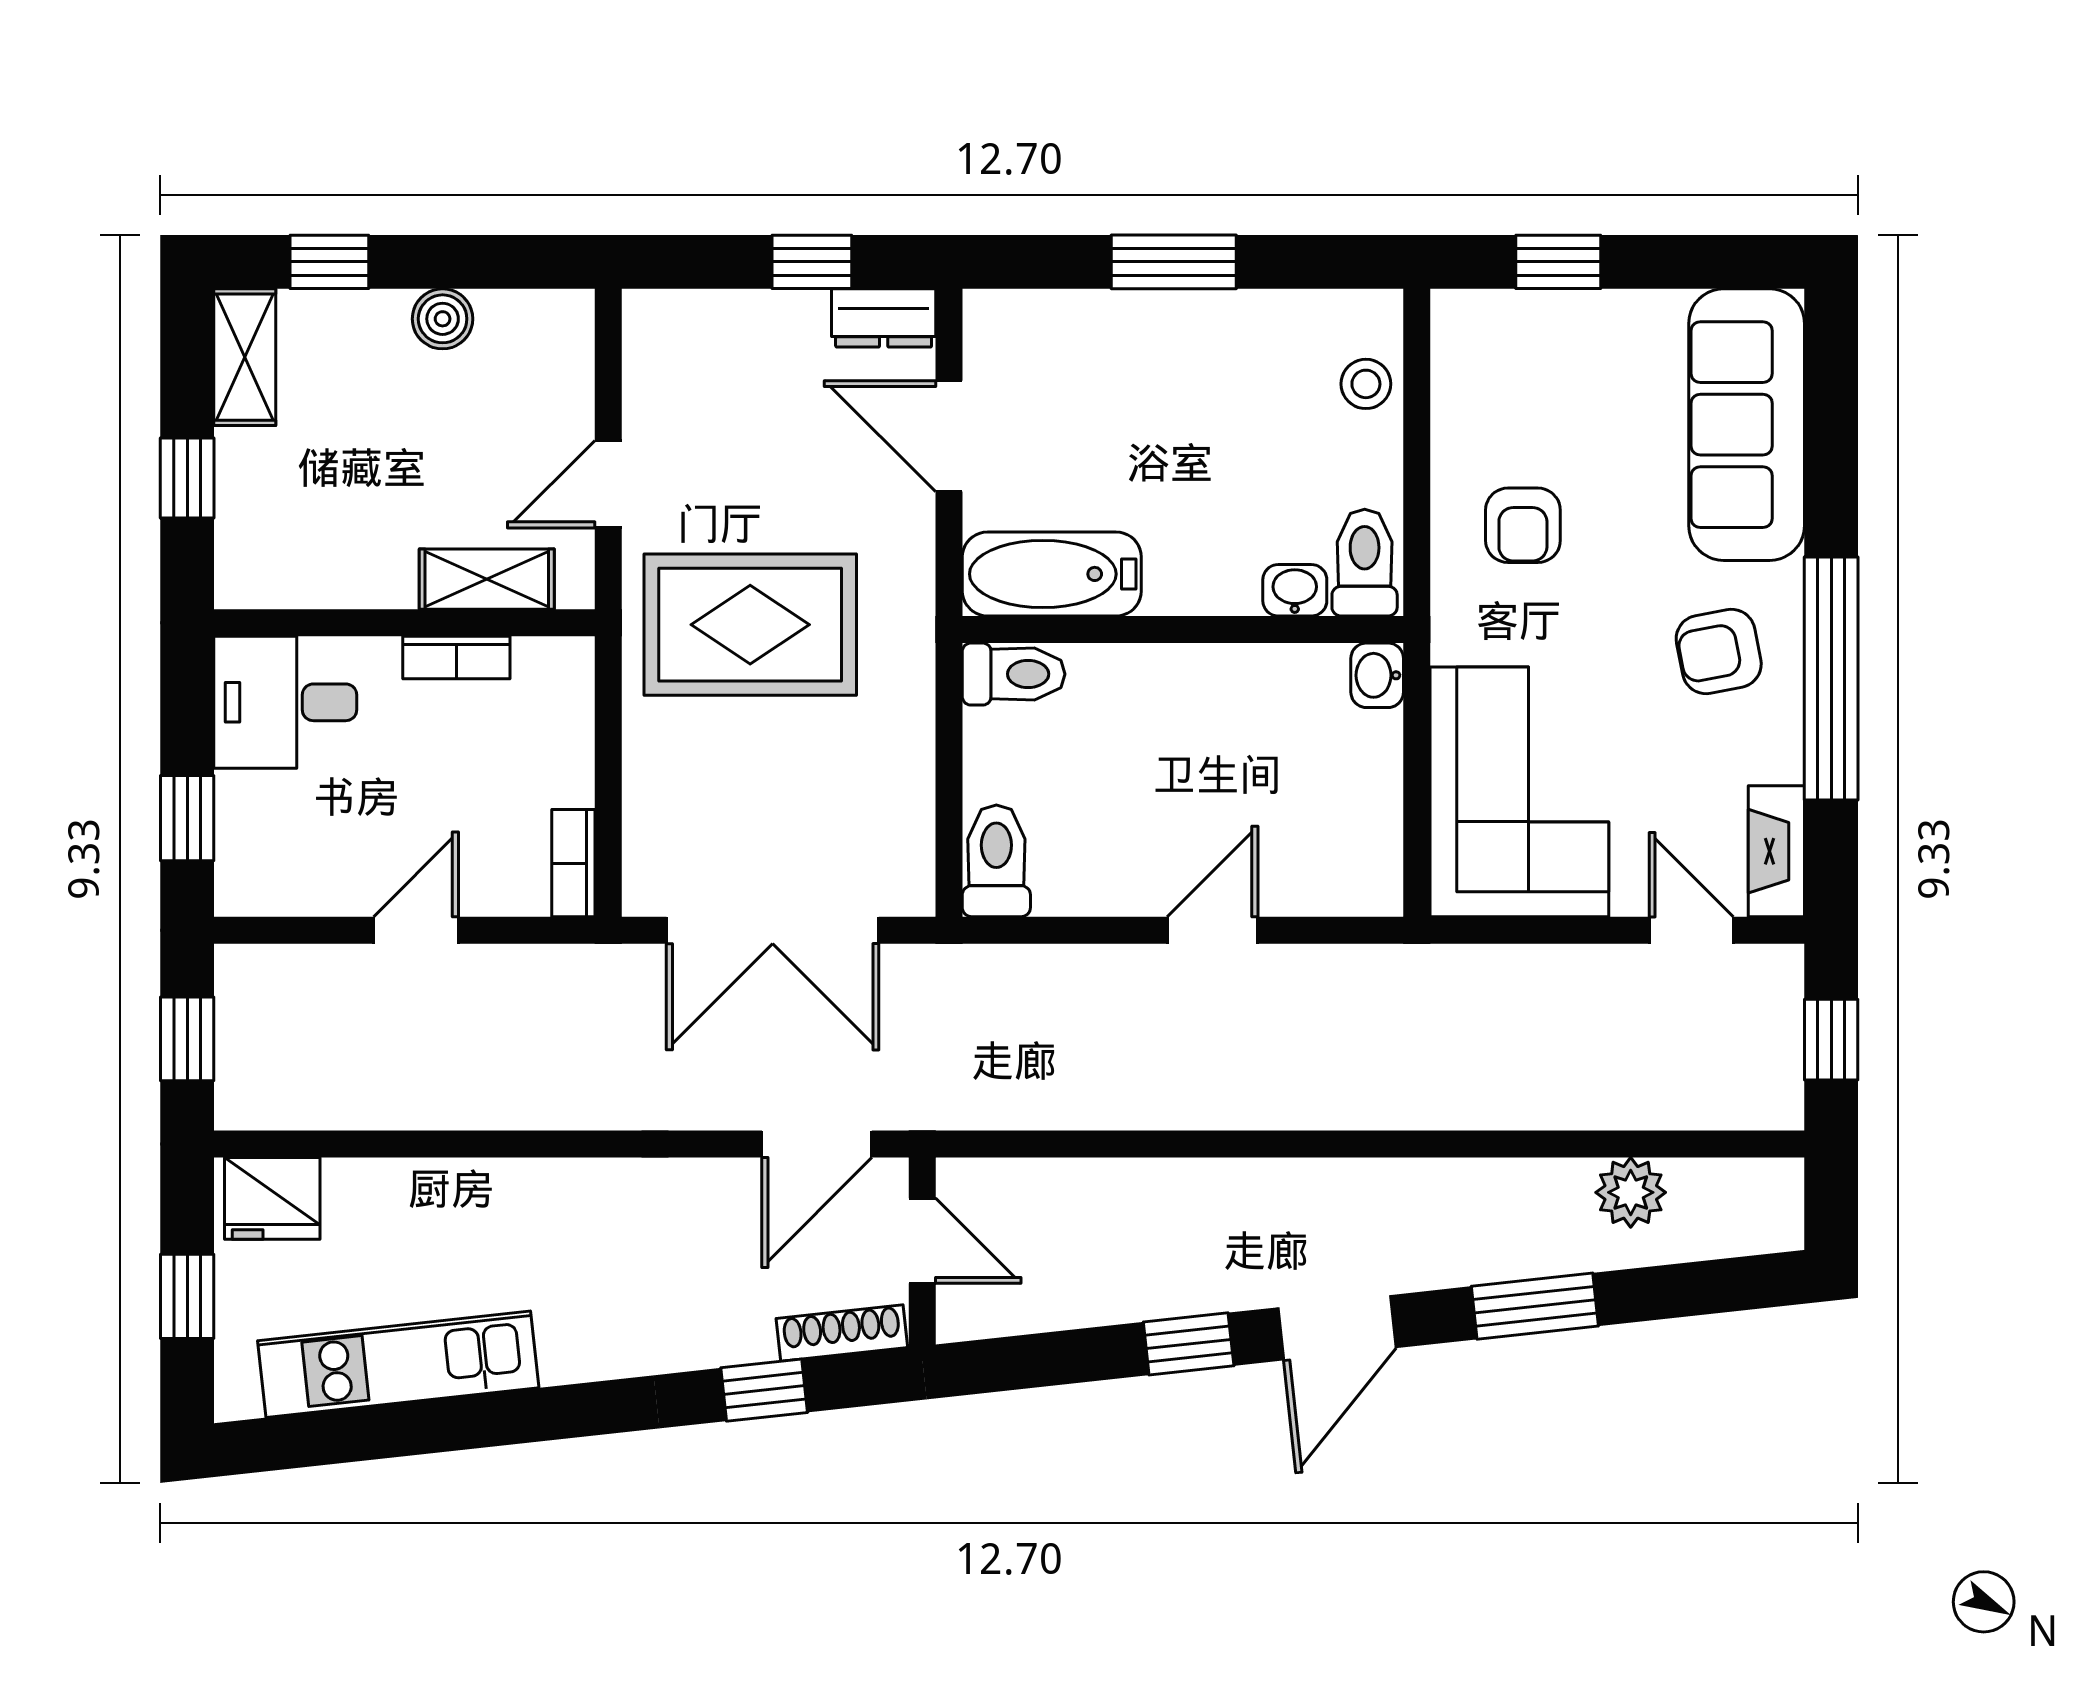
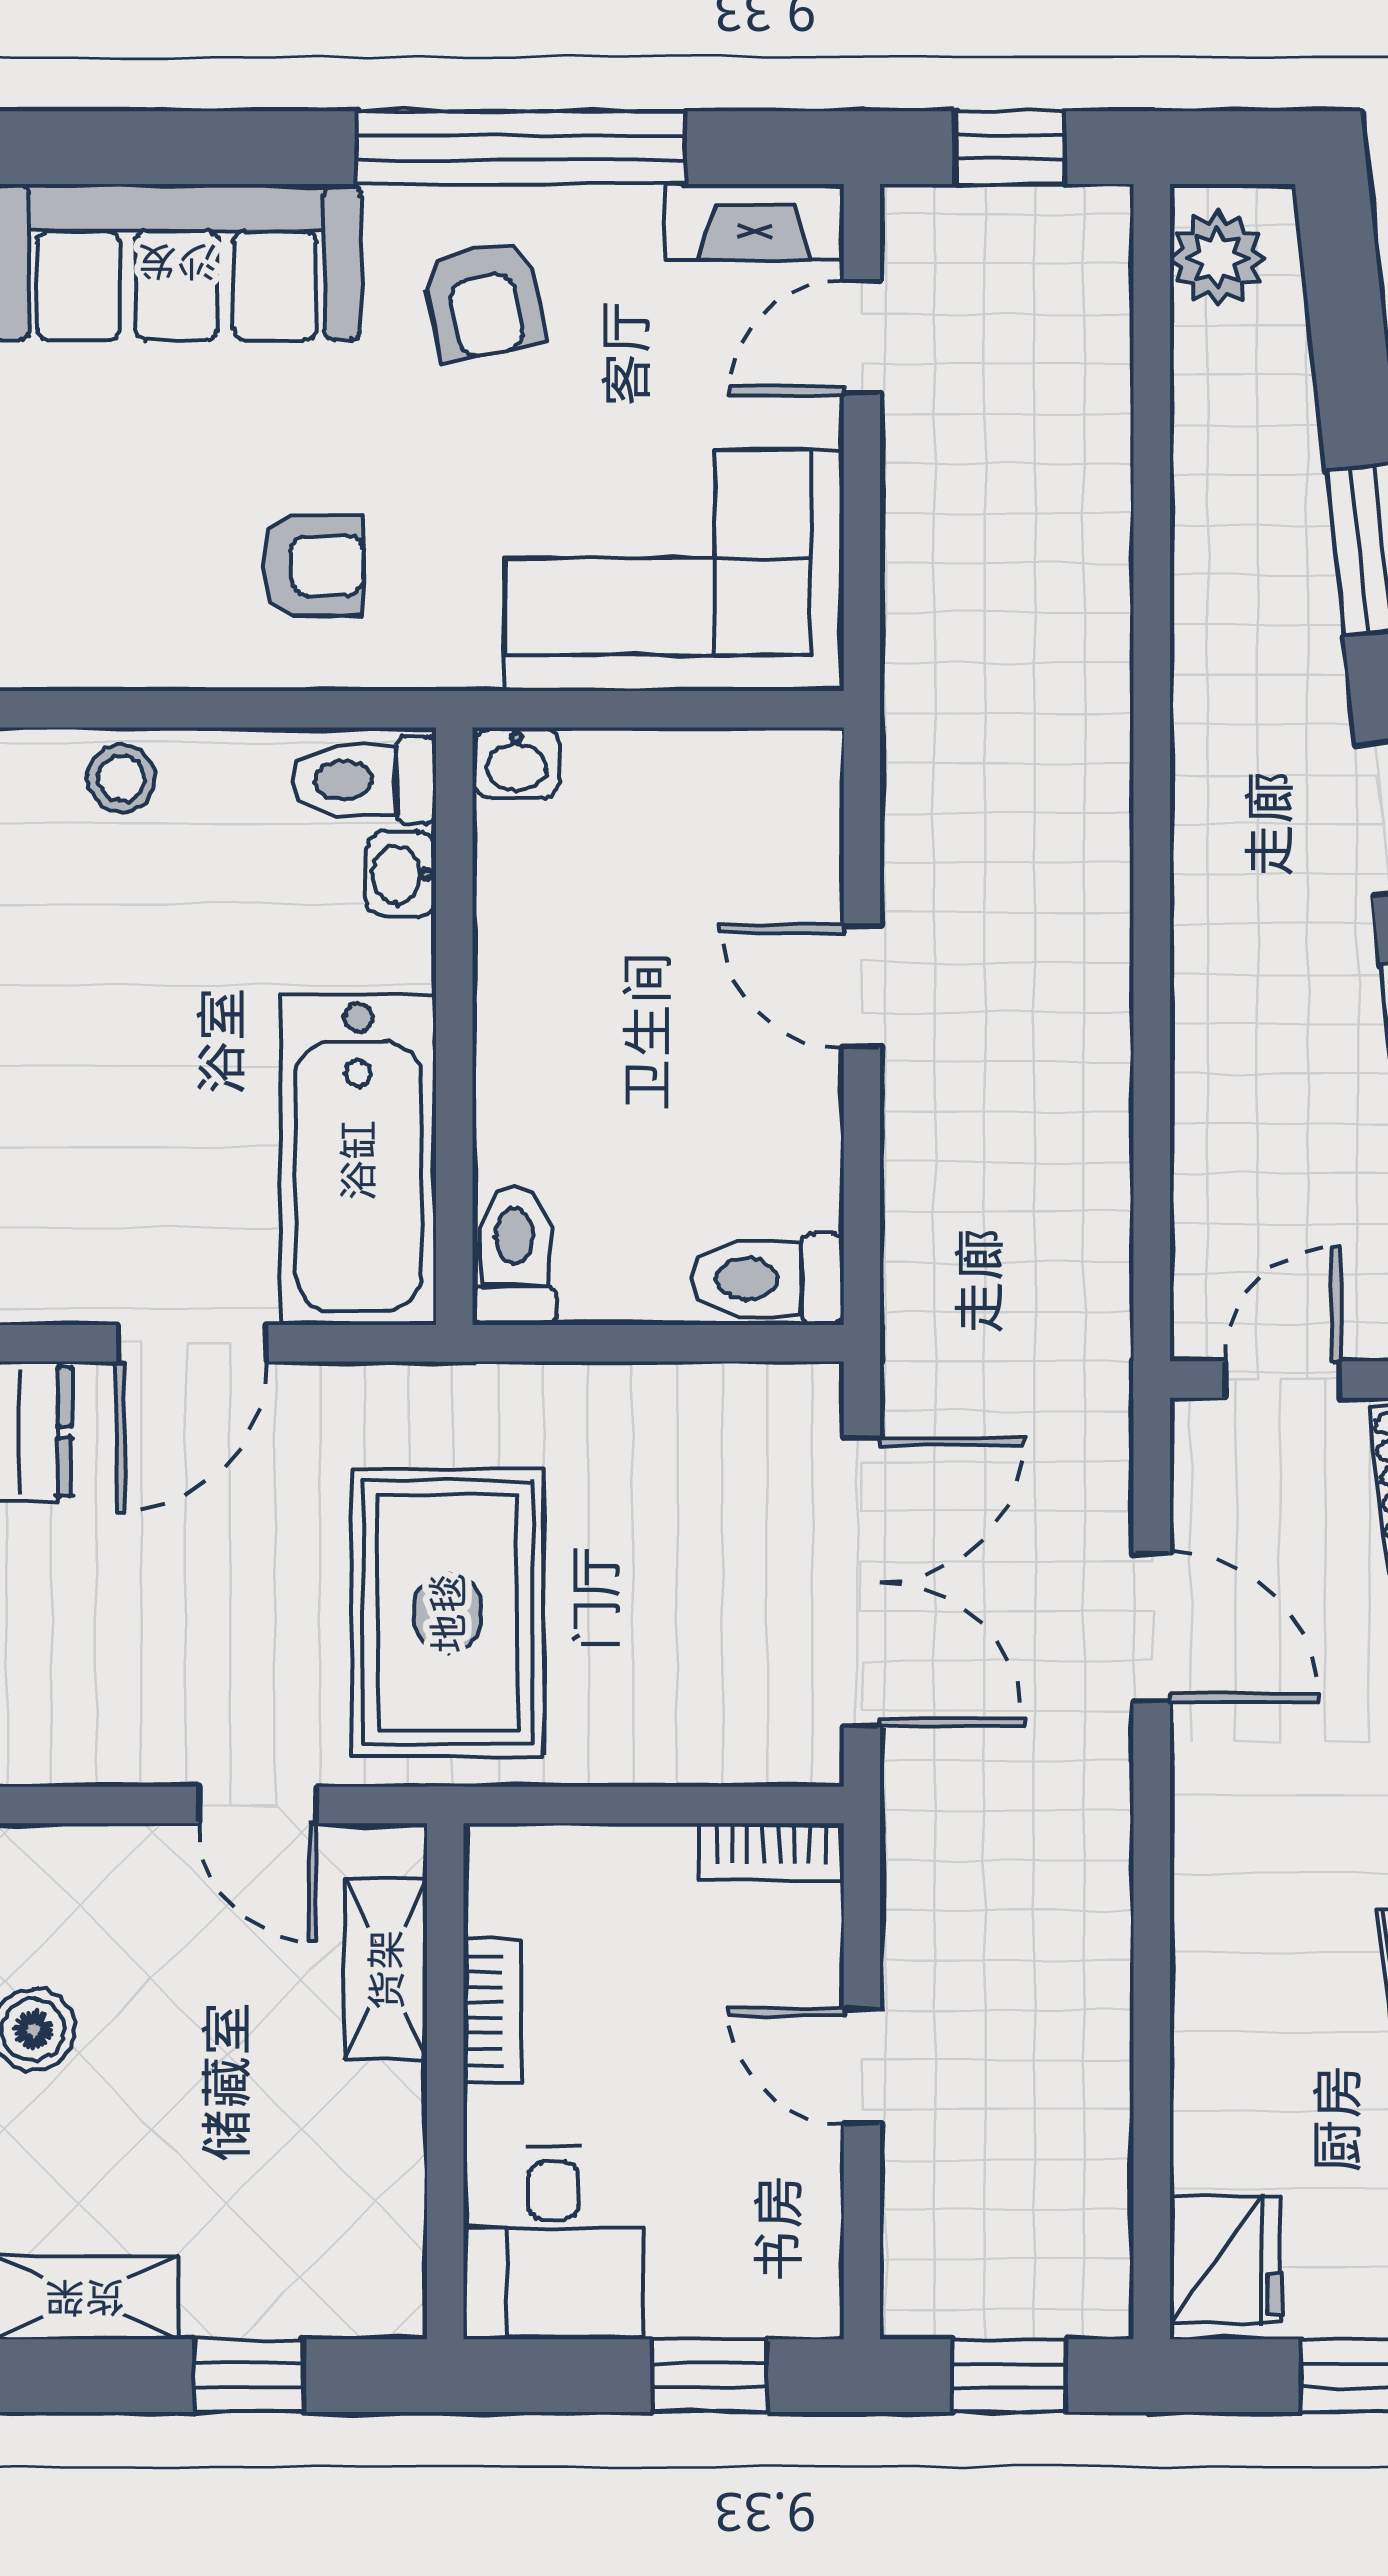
bathtub: (1052, 574) -> (358, 1160), width x1.36, depth x1.36
door: (817, 1144) -> (1152, 1627), moved
plant: (1631, 1192) -> (1217, 258), moved

